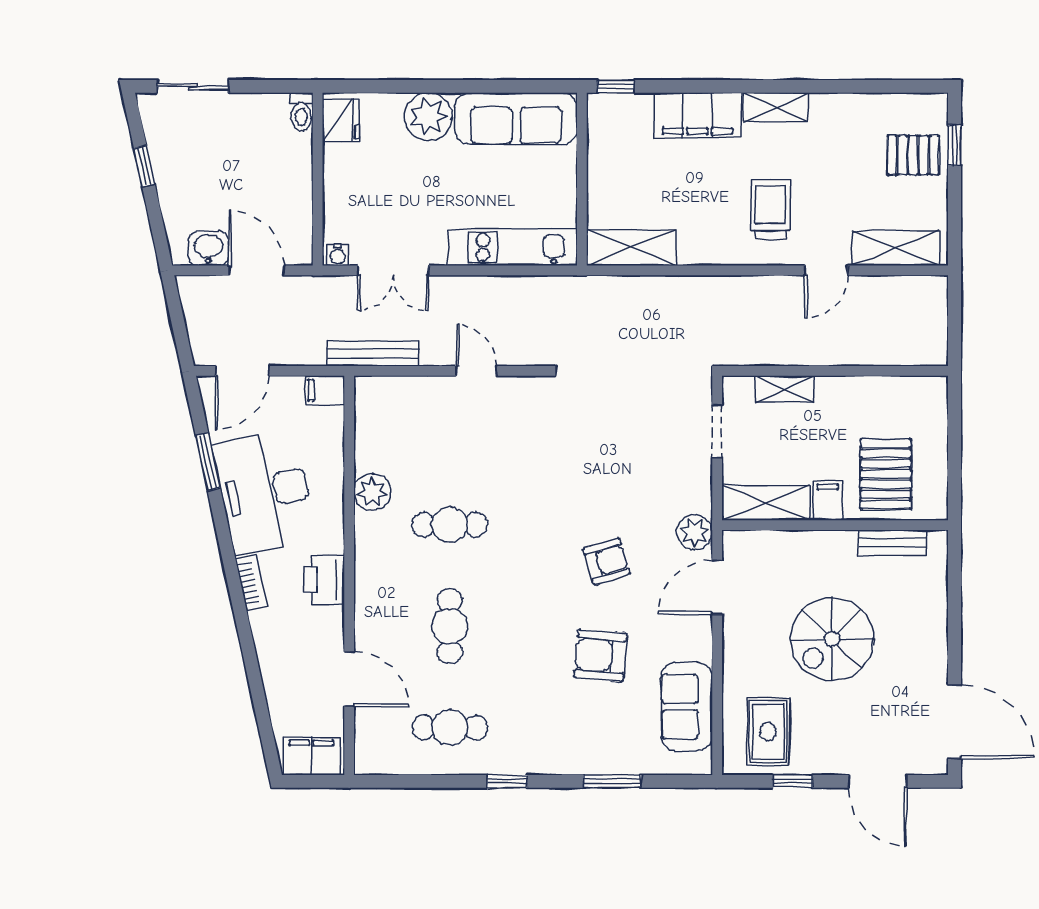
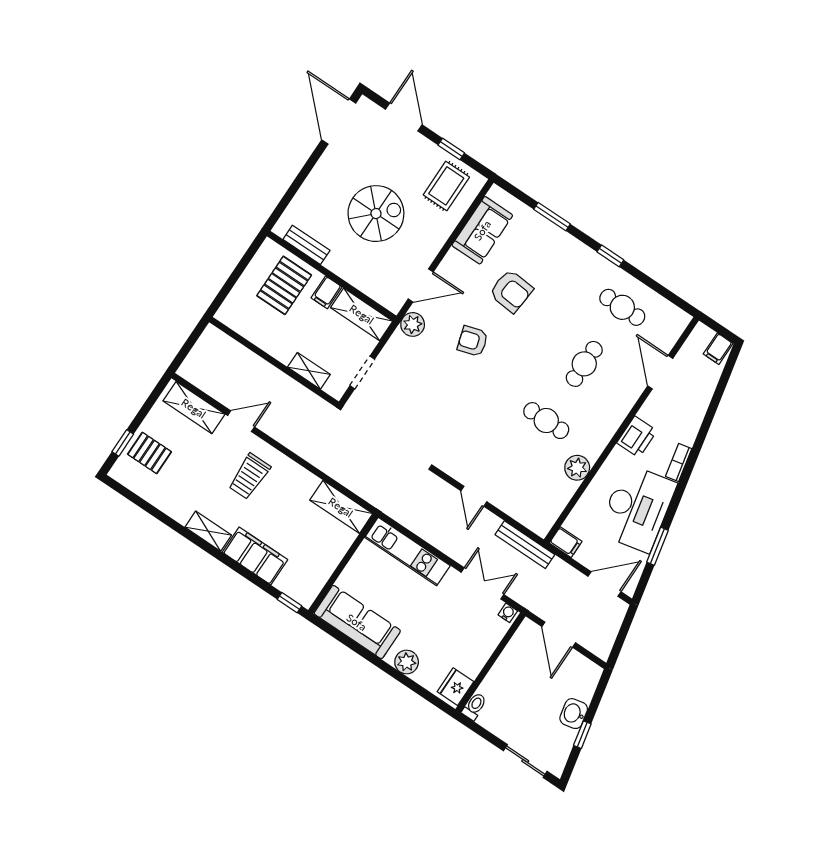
plant: (428, 117) -> (407, 662), width x0.73, depth x0.73
washbasin: (208, 248) -> (574, 714), moved, turned 78
filing cabinet: (311, 756) -> (718, 349), width x0.50

